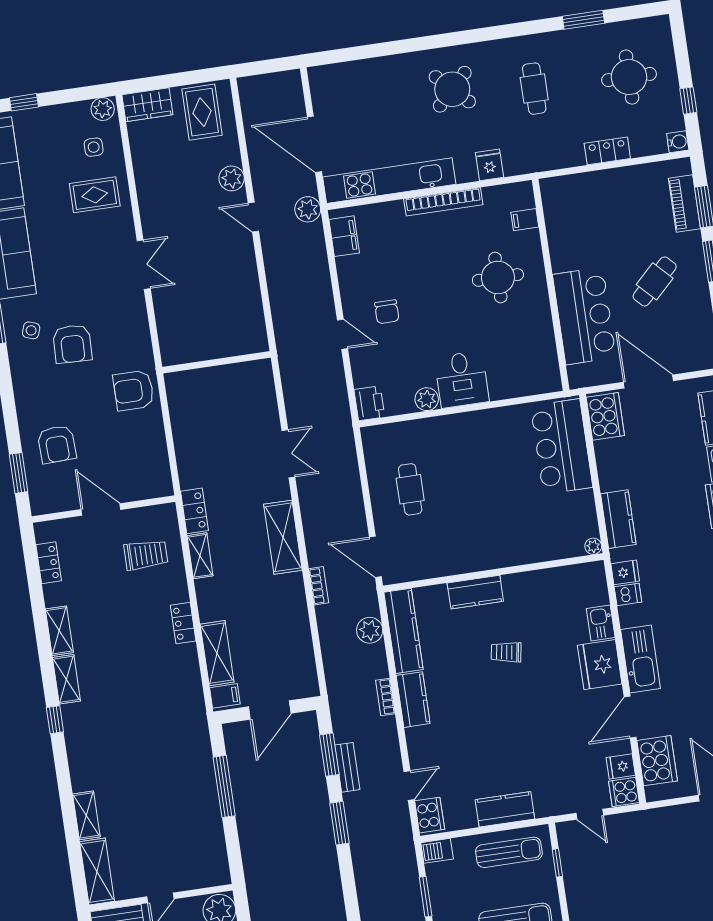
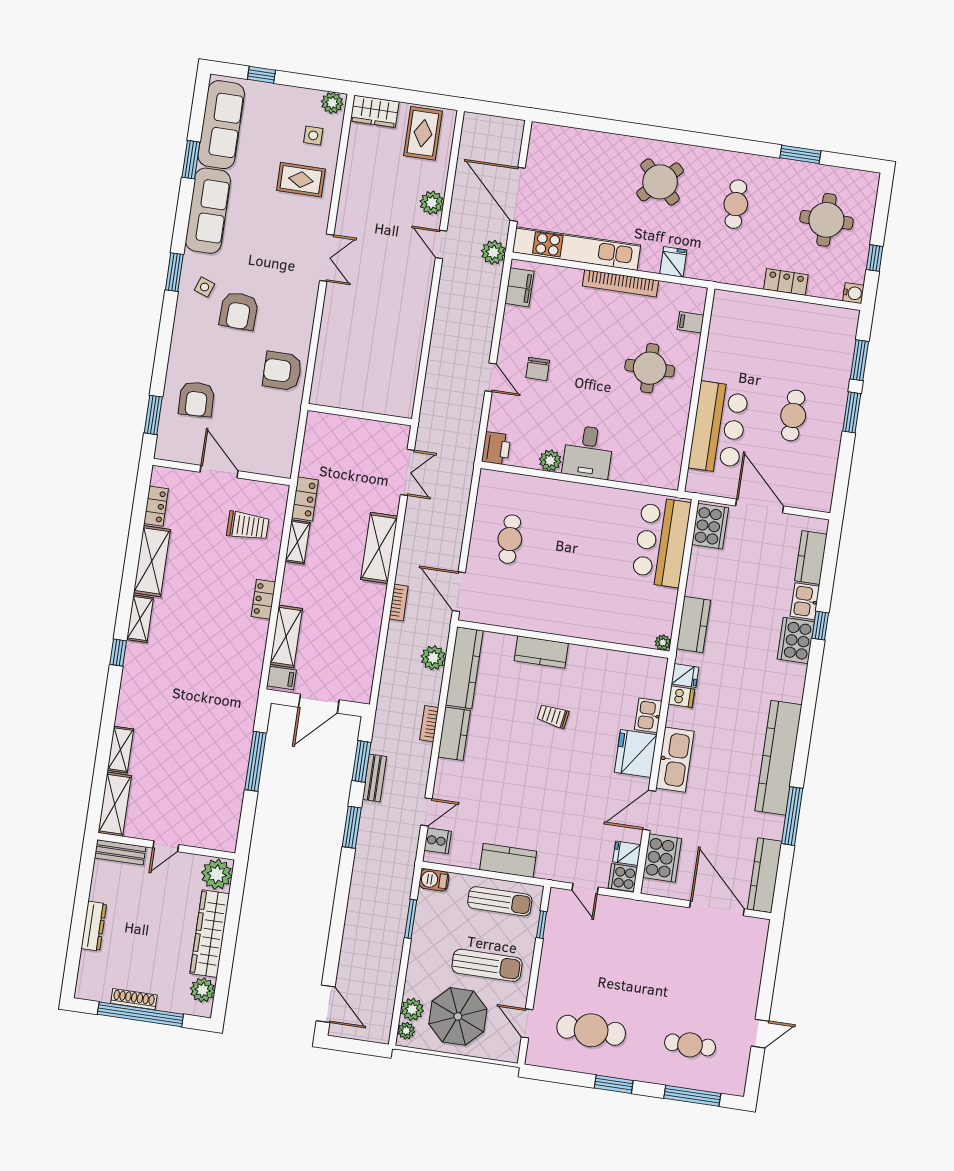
piano: (684, 203) -> (842, 352), removed
cafe table: (655, 281) -> (793, 415), turned -45
wall: (216, 362) -> (360, 415), moved
shelving: (59, 631) -> (152, 561), width x1.50, depth x1.33
cooker: (430, 815) -> (438, 841), width x0.73

